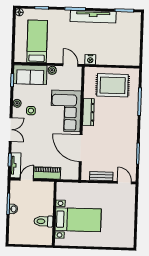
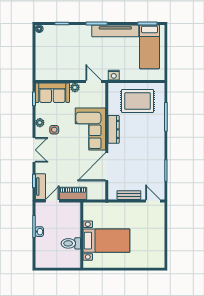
bed: (37, 41) -> (150, 47), moved, turned 180
door: (81, 148) -> (107, 167), hinge flipped

